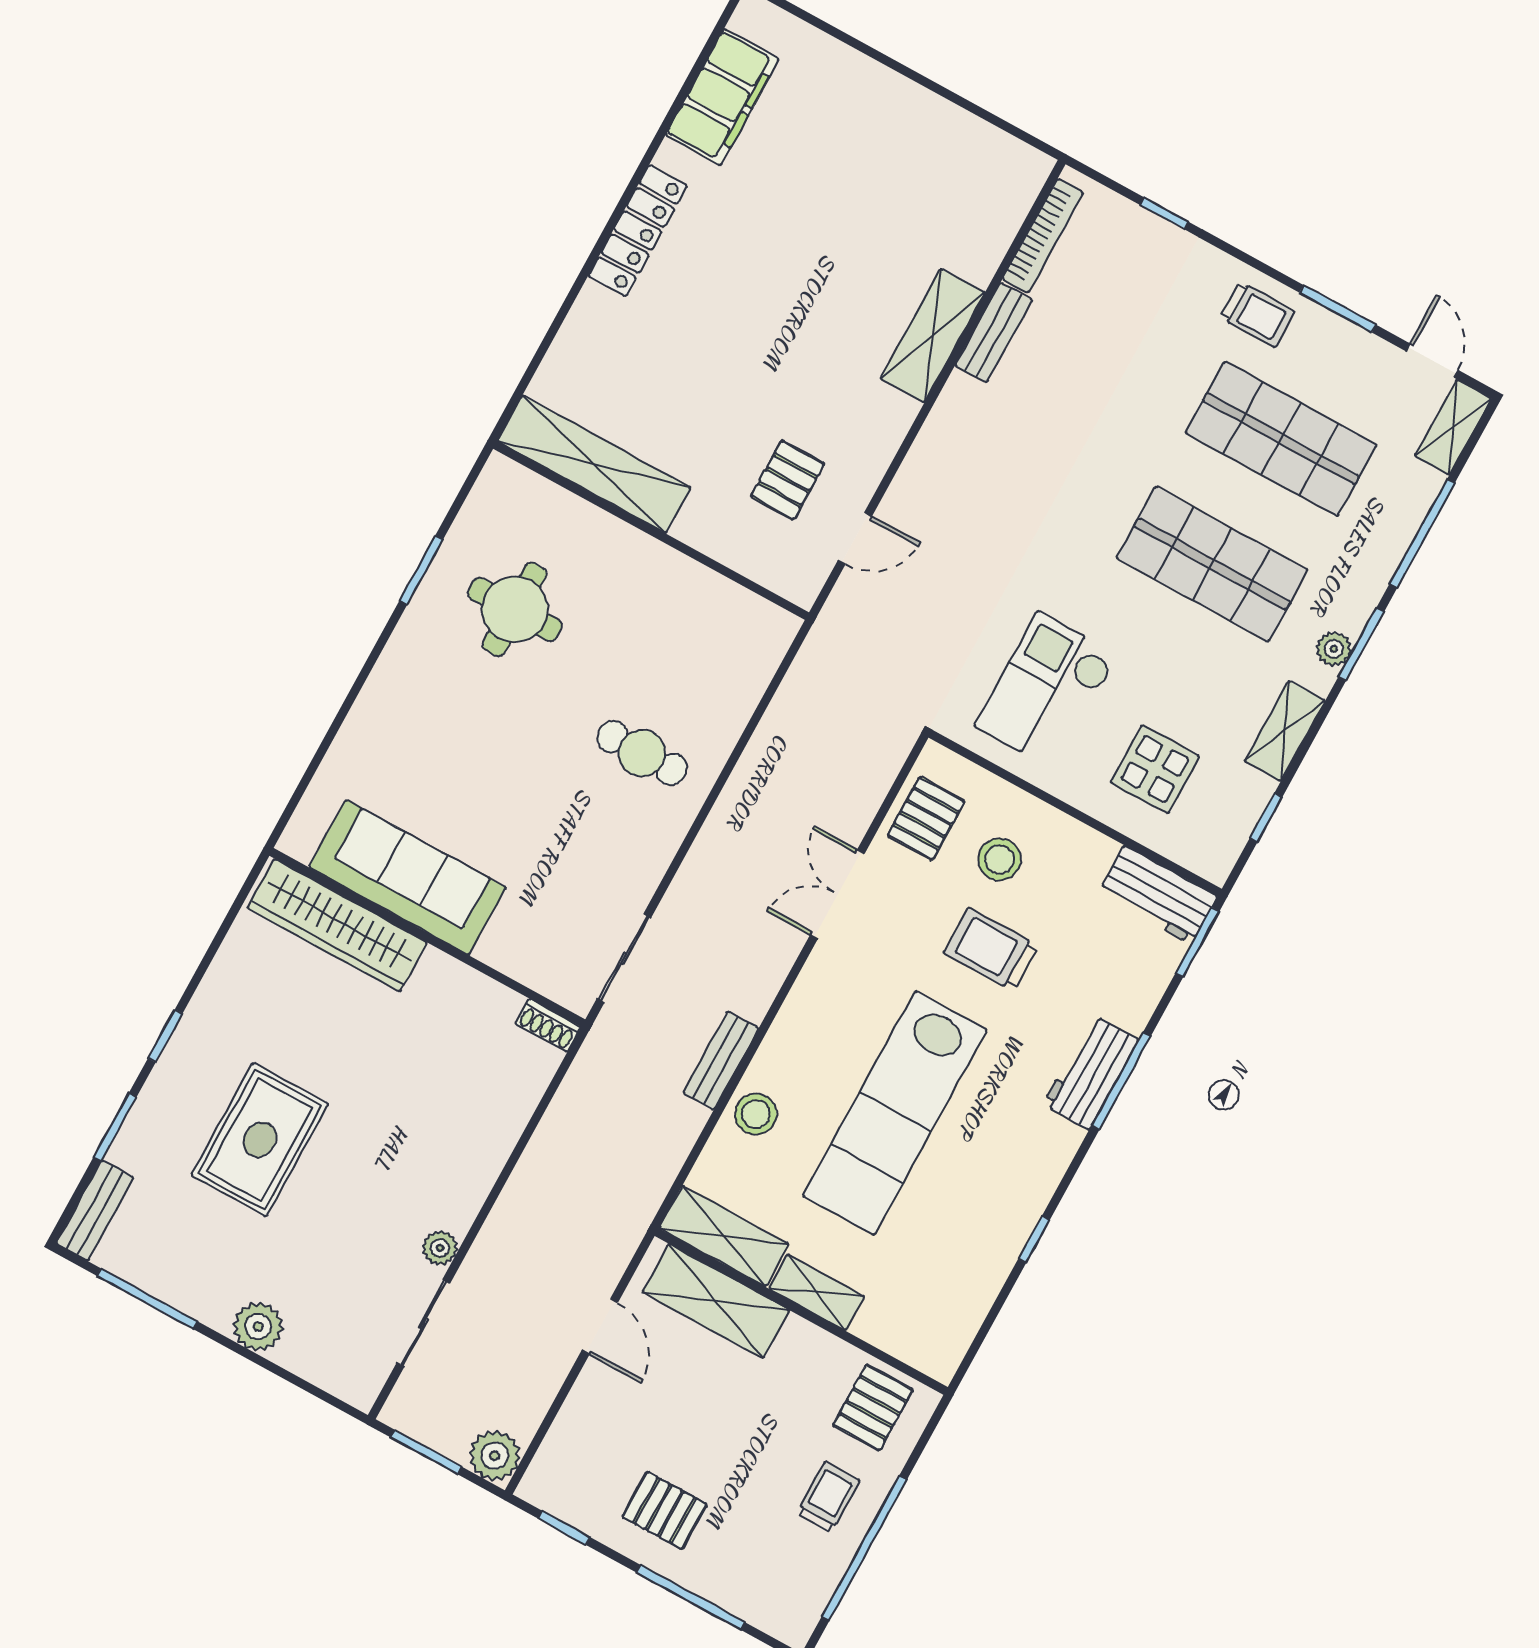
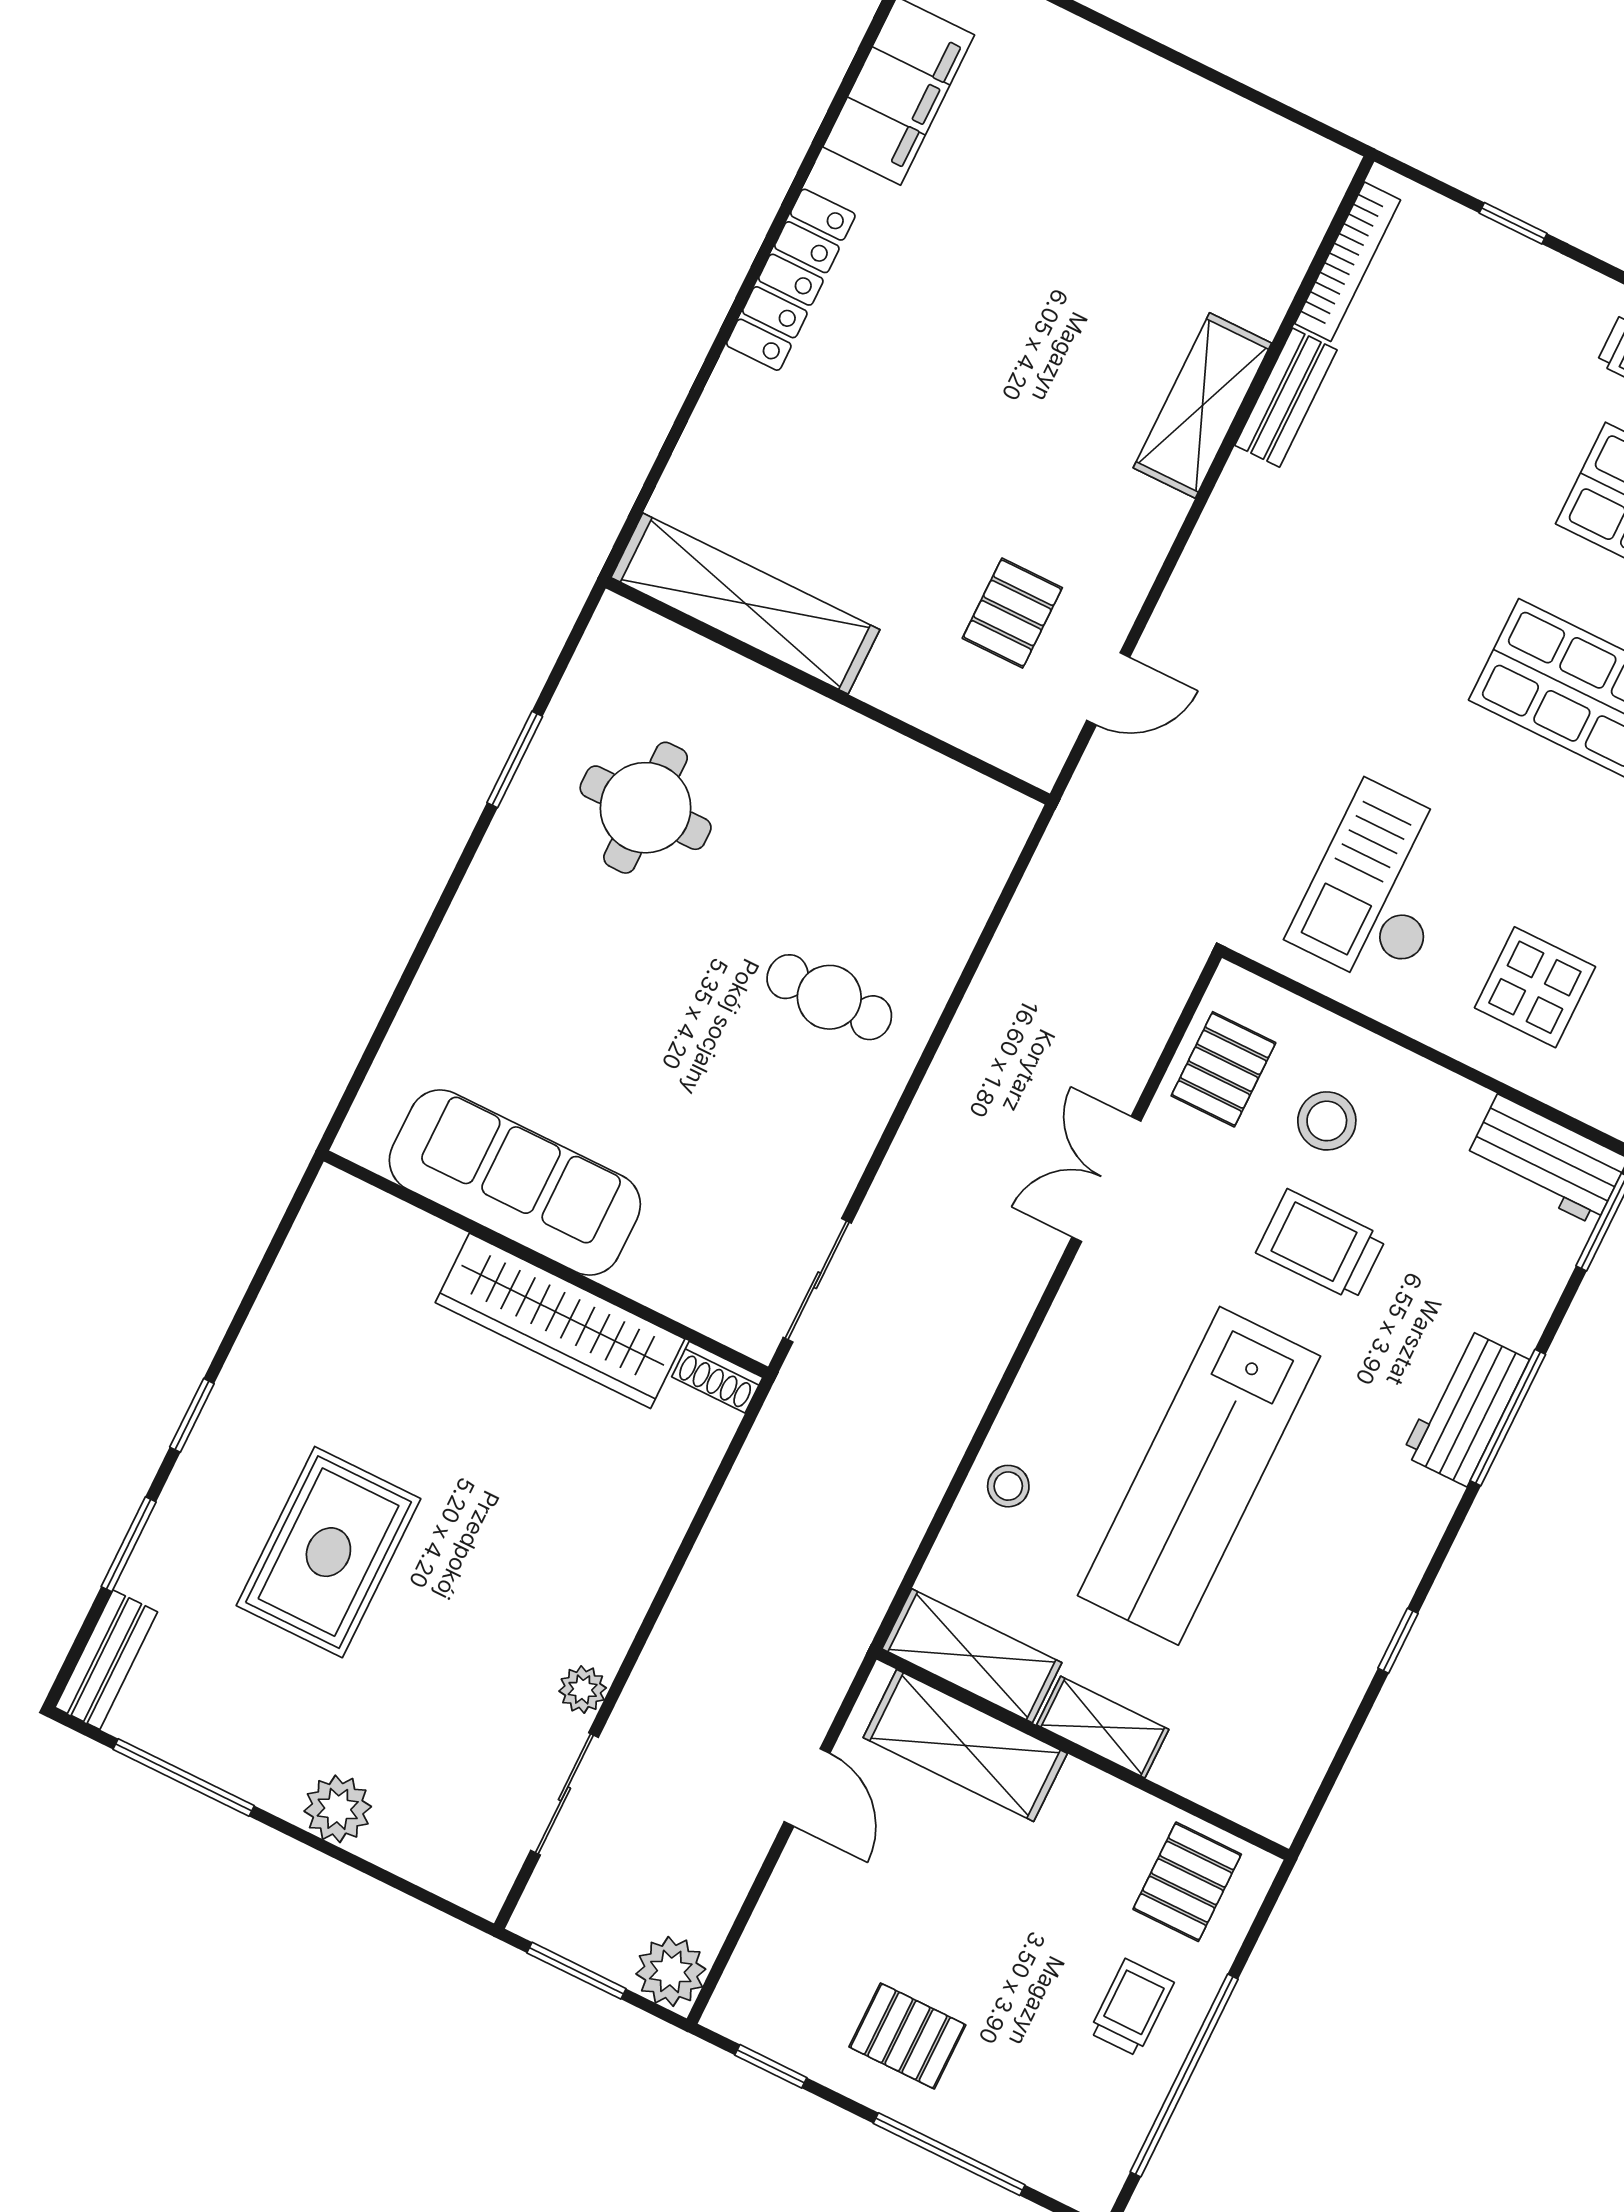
wardrobe: (337, 925) -> (560, 1321), moved
bench: (721, 1060) -> (957, 1415), removed
stool: (756, 1114) -> (1008, 1486), width x0.73, depth x0.73

